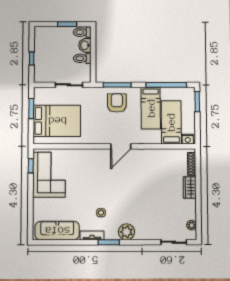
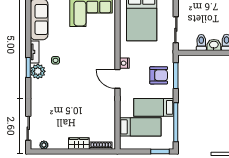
nightstand: (188, 139) -> (124, 63), moved
plant: (126, 232) -> (38, 71), moved

